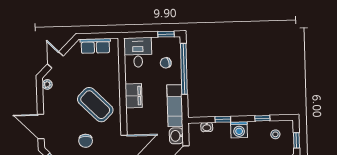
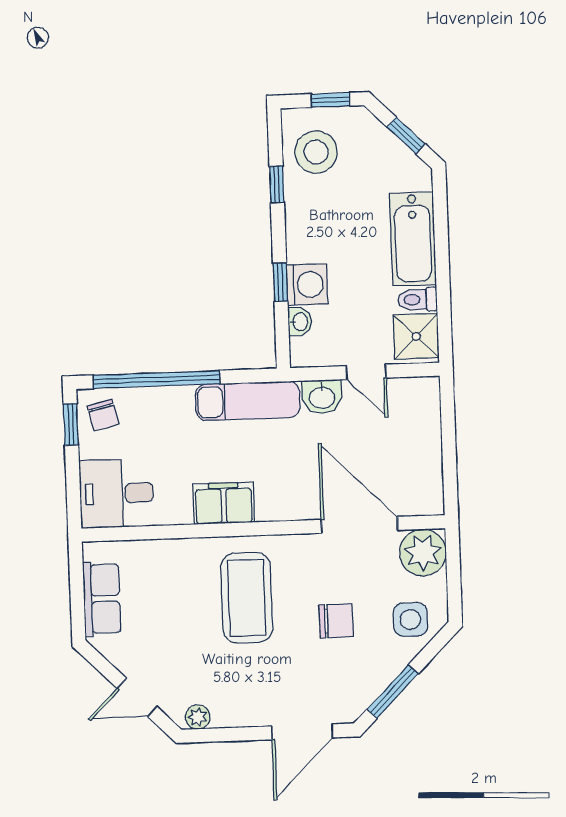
chair: (166, 63) -> (103, 415), moved
coffee table: (95, 105) -> (247, 598), turned -45
washing machine: (239, 130) -> (307, 285), moved
stool: (275, 134) -> (316, 152), width x1.89, depth x1.89

